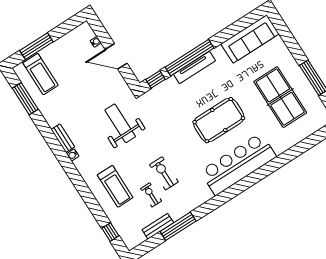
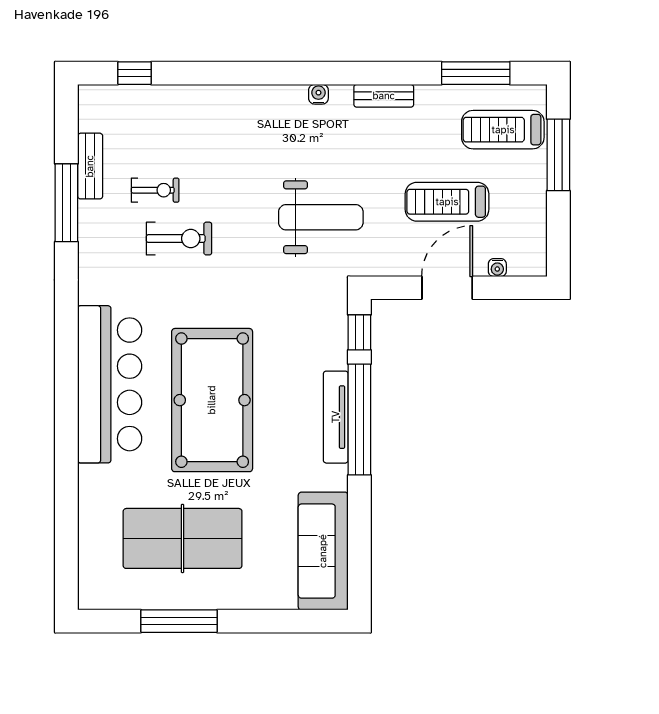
pool table: (219, 120) -> (212, 400), width x1.36, depth x1.32
bench: (63, 138) -> (384, 96), moved
treadmill: (115, 186) -> (447, 202), moved

